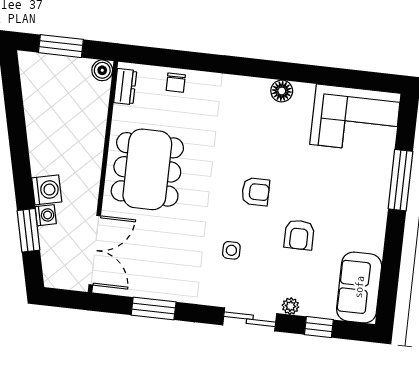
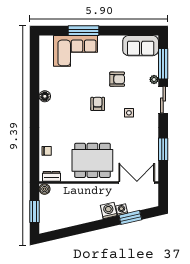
corner sofa: (355, 119) -> (76, 51), moved, turned 90
window: (319, 327) -> (163, 64), width x2.17

